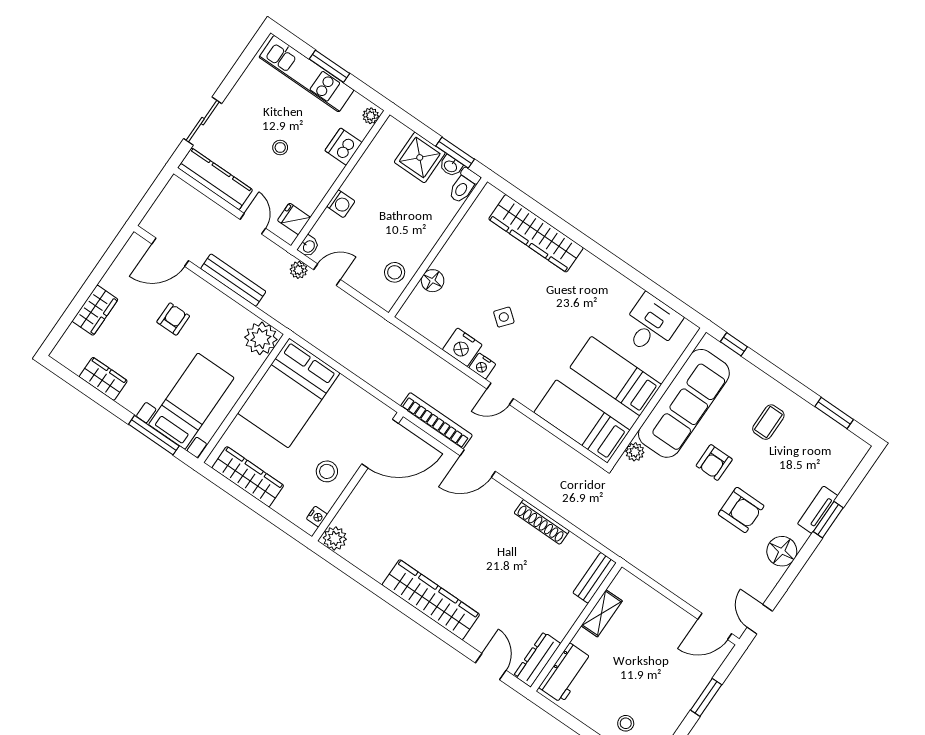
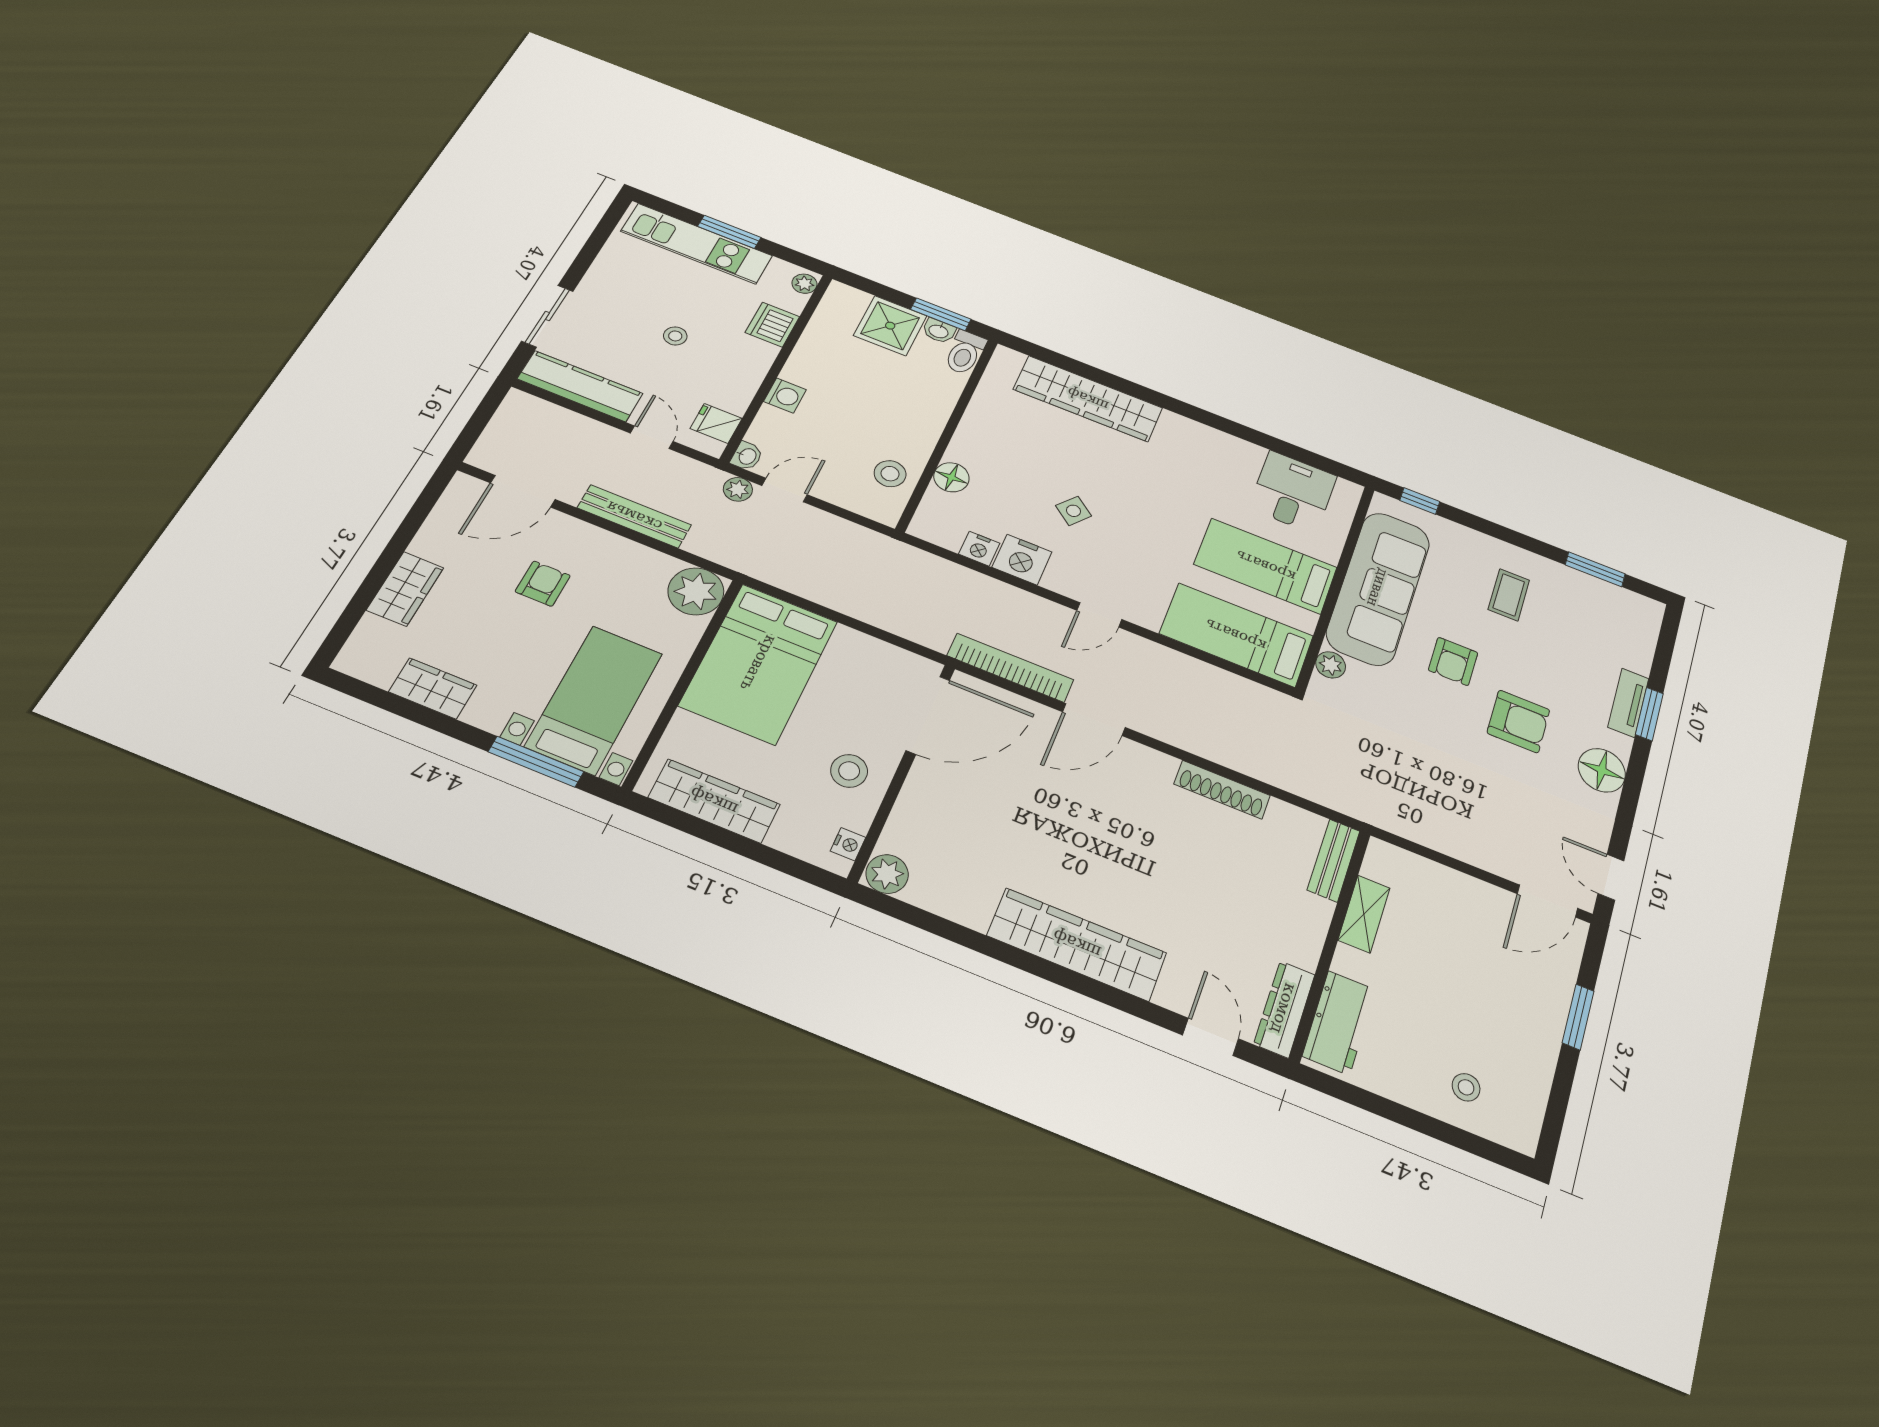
nightstand: (482, 366) -> (979, 549), moved

